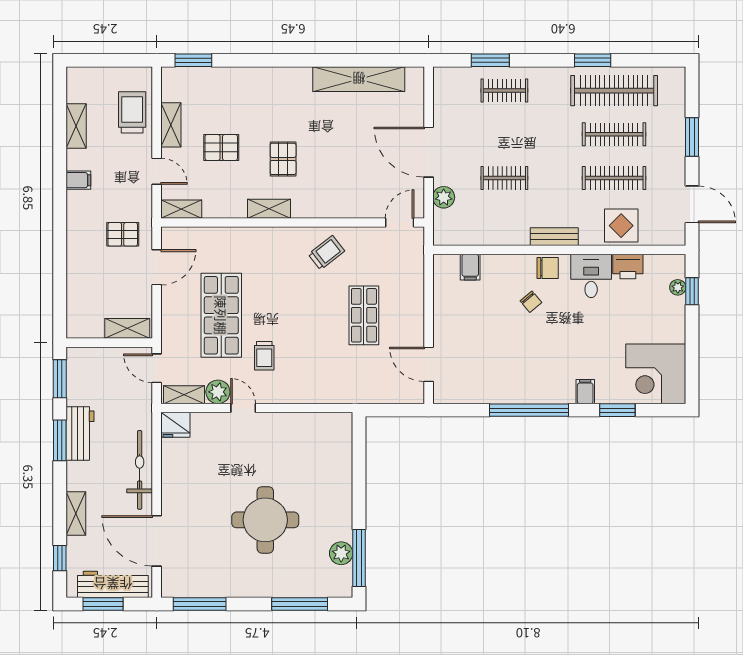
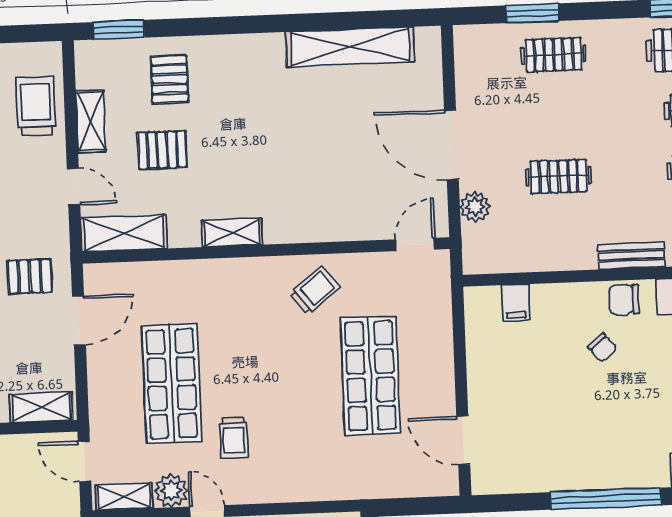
pallet: (283, 159) -> (169, 79), moved
shelving: (181, 209) -> (124, 233), width x1.50, depth x1.33
chair: (548, 268) -> (624, 300), turned 180
shop shelf: (364, 315) -> (371, 376), width x1.43, depth x1.36

